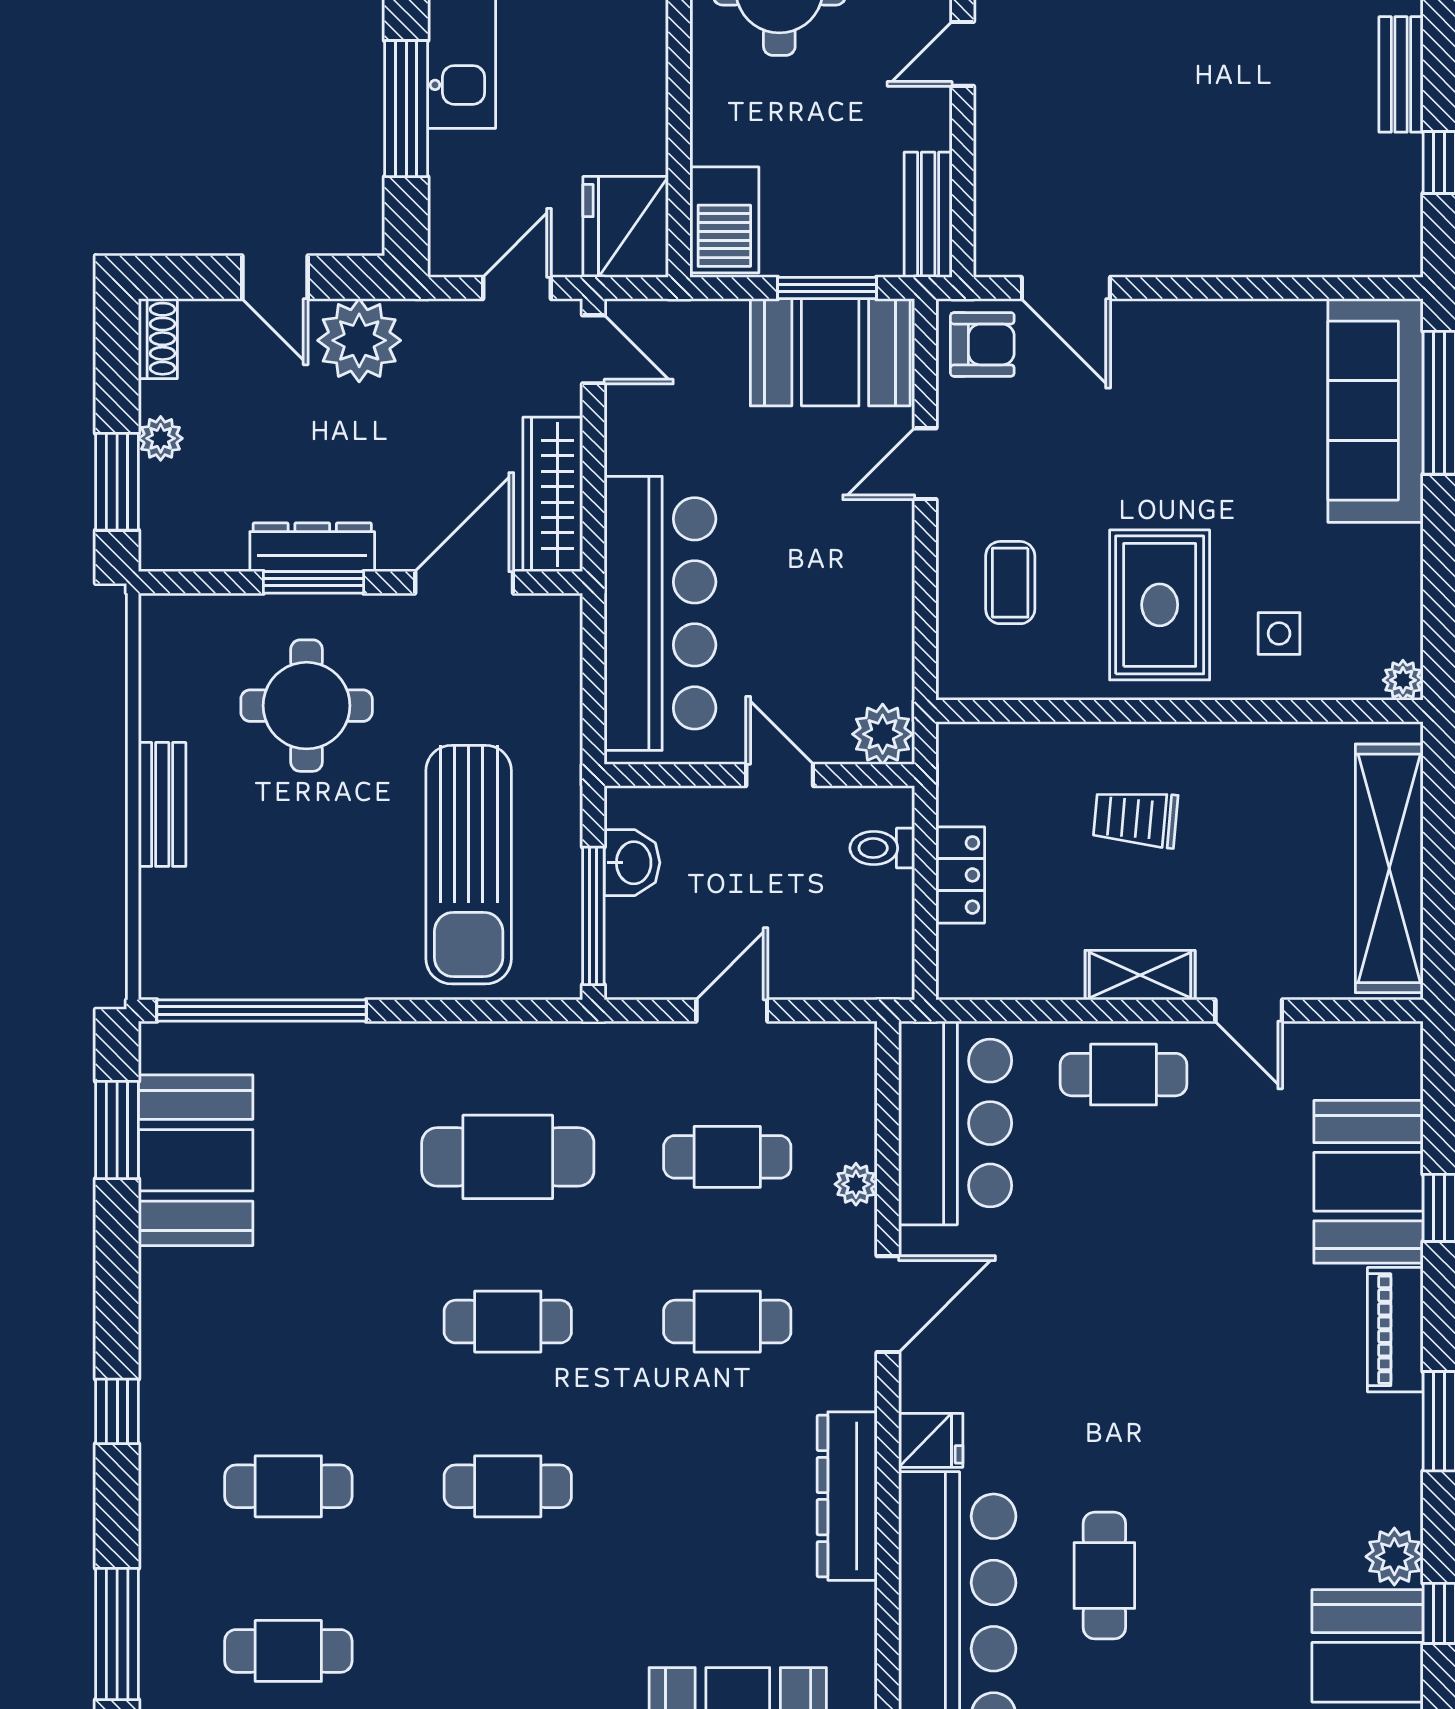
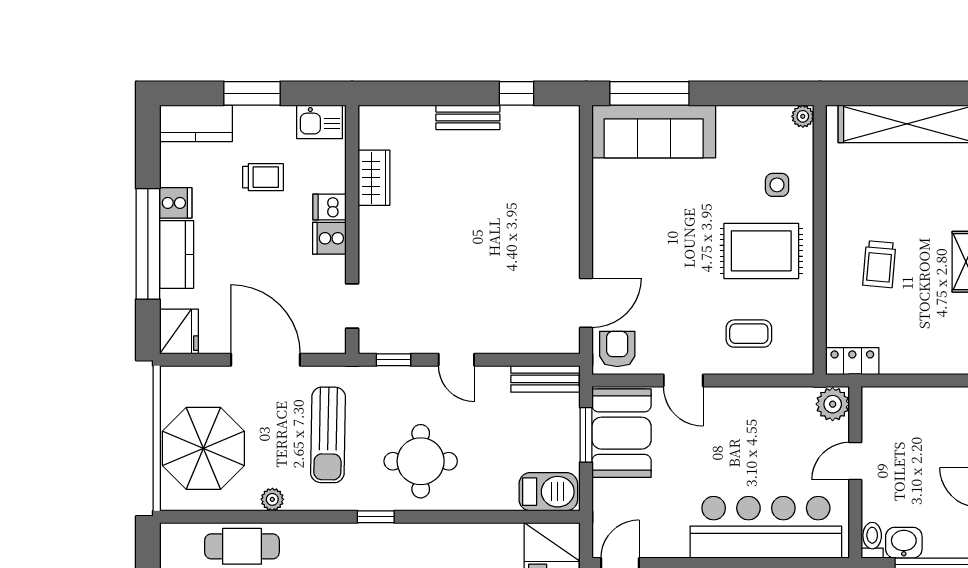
toilet: (882, 848) -> (872, 540), moved, turned 180
locker: (960, 875) -> (852, 361), moved

